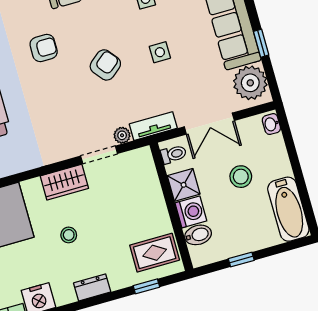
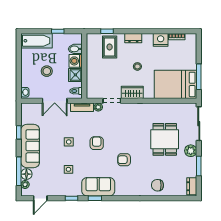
armchair: (105, 65) -> (97, 143), turned 129
plant: (250, 83) -> (29, 115), removed
double door: (209, 124) -> (55, 101), swing flipped
bathtub: (288, 209) -> (37, 41), moved, turned 90
rug: (155, 253) -> (110, 47), moved, turned 90

